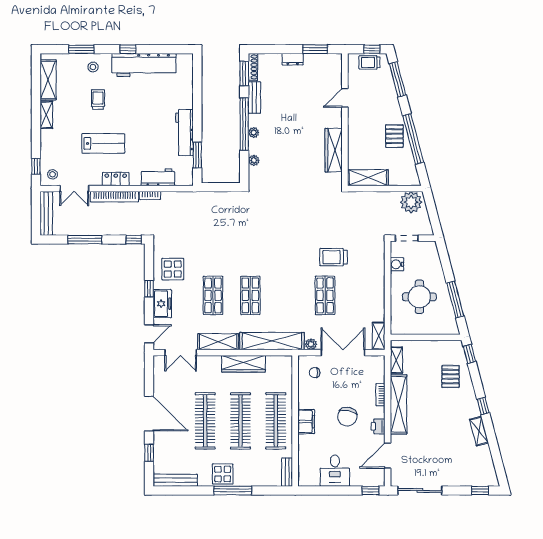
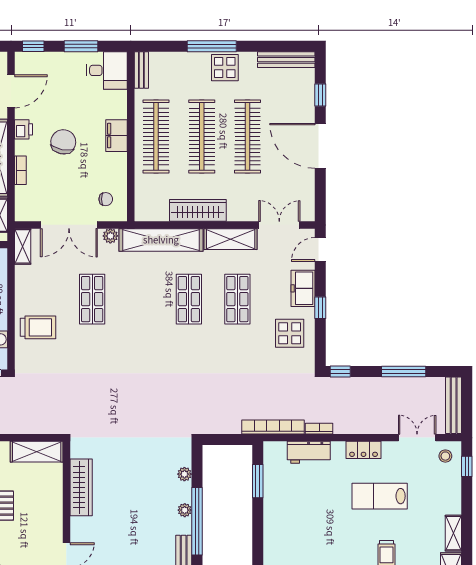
workbench: (184, 133) -> (274, 510), removed
bookcase: (114, 197) -> (273, 427), moved
trolley: (333, 257) -> (38, 327), moved
desk: (335, 471) -> (107, 70), moved, turned 90
window: (334, 491) -> (81, 46), added

